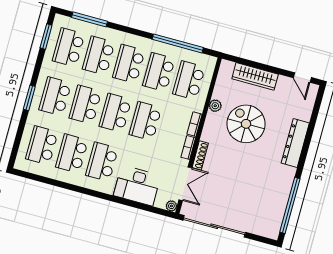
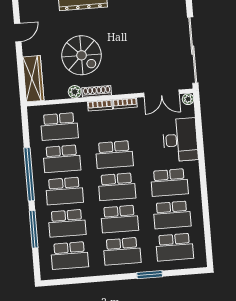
window: (90, 19) -> (34, 229), moved
window: (46, 37) -> (67, 281), removed
window: (178, 43) -> (29, 174), moved
wardrobe: (255, 76) -> (33, 79), moved
door: (302, 78) -> (18, 33), moved
window: (29, 98) -> (150, 275), moved
spiral stairs: (246, 124) -> (82, 55), turned -90
shoe rack: (200, 155) -> (97, 91), moved
double door: (185, 184) -> (161, 93), swing flipped

